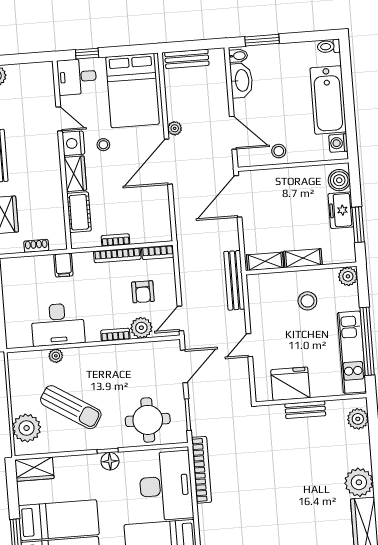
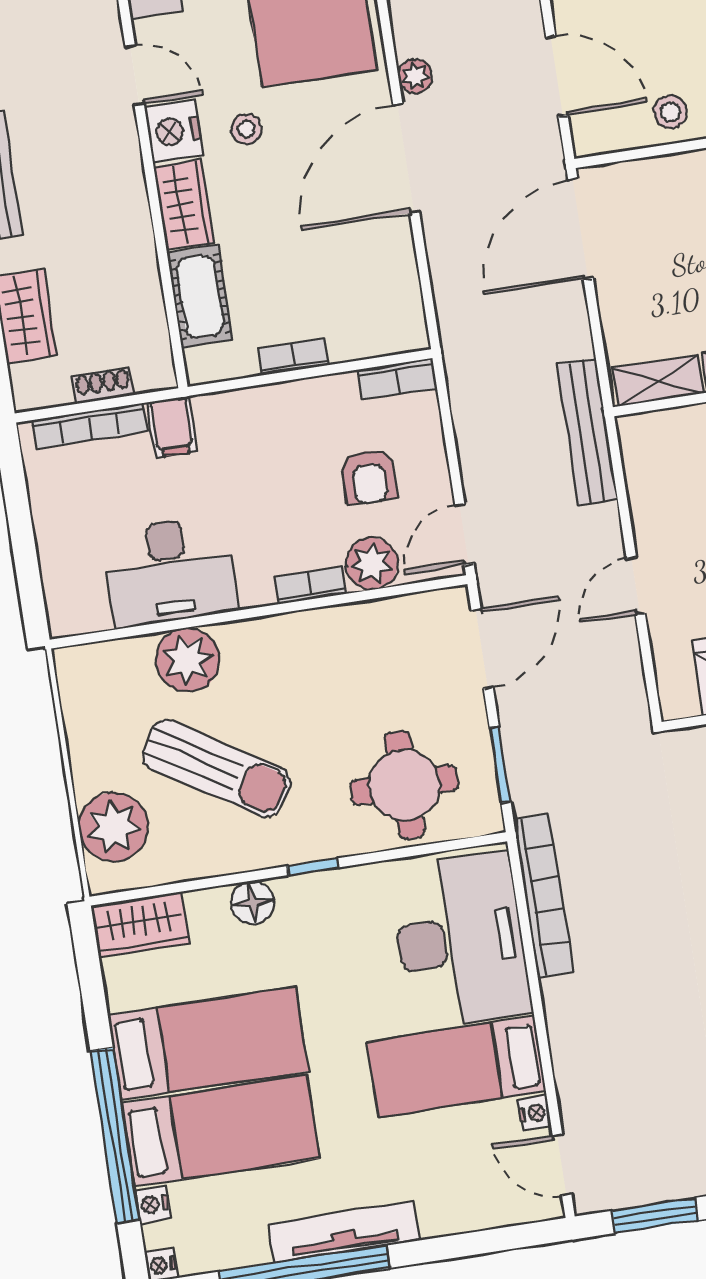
bookcase: (117, 255) -> (90, 426), moved
plant: (56, 356) -> (188, 660), width x1.88, depth x1.88
floor lamp: (110, 461) -> (253, 902), moved

